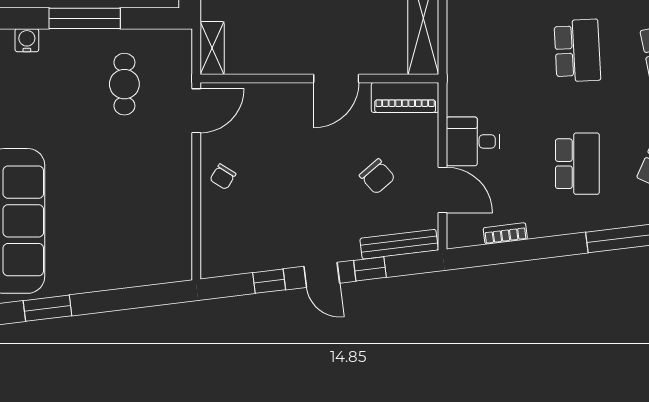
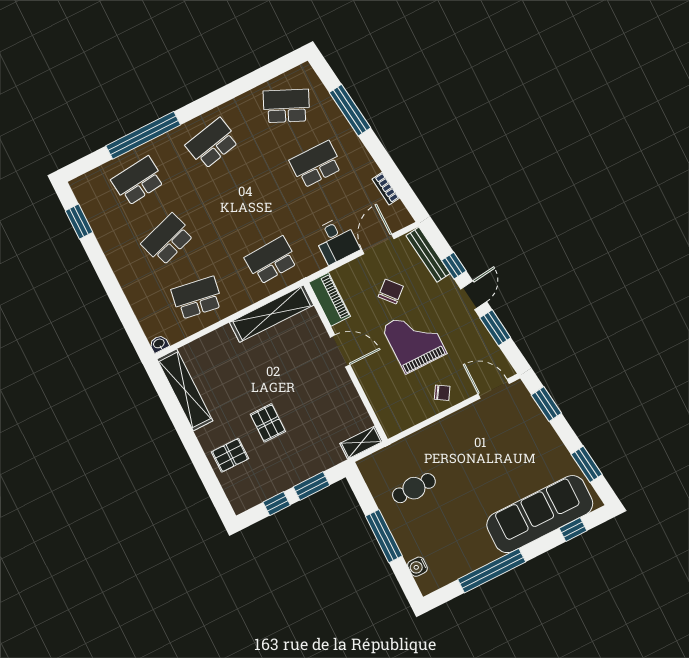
school desk: (577, 51) -> (271, 260), moved
door: (196, 111) -> (494, 389), moved
grand piano: (304, 175) -> (414, 340), added
window: (269, 281) -> (495, 328), width x1.50
window: (145, 296) -> (546, 404), added

